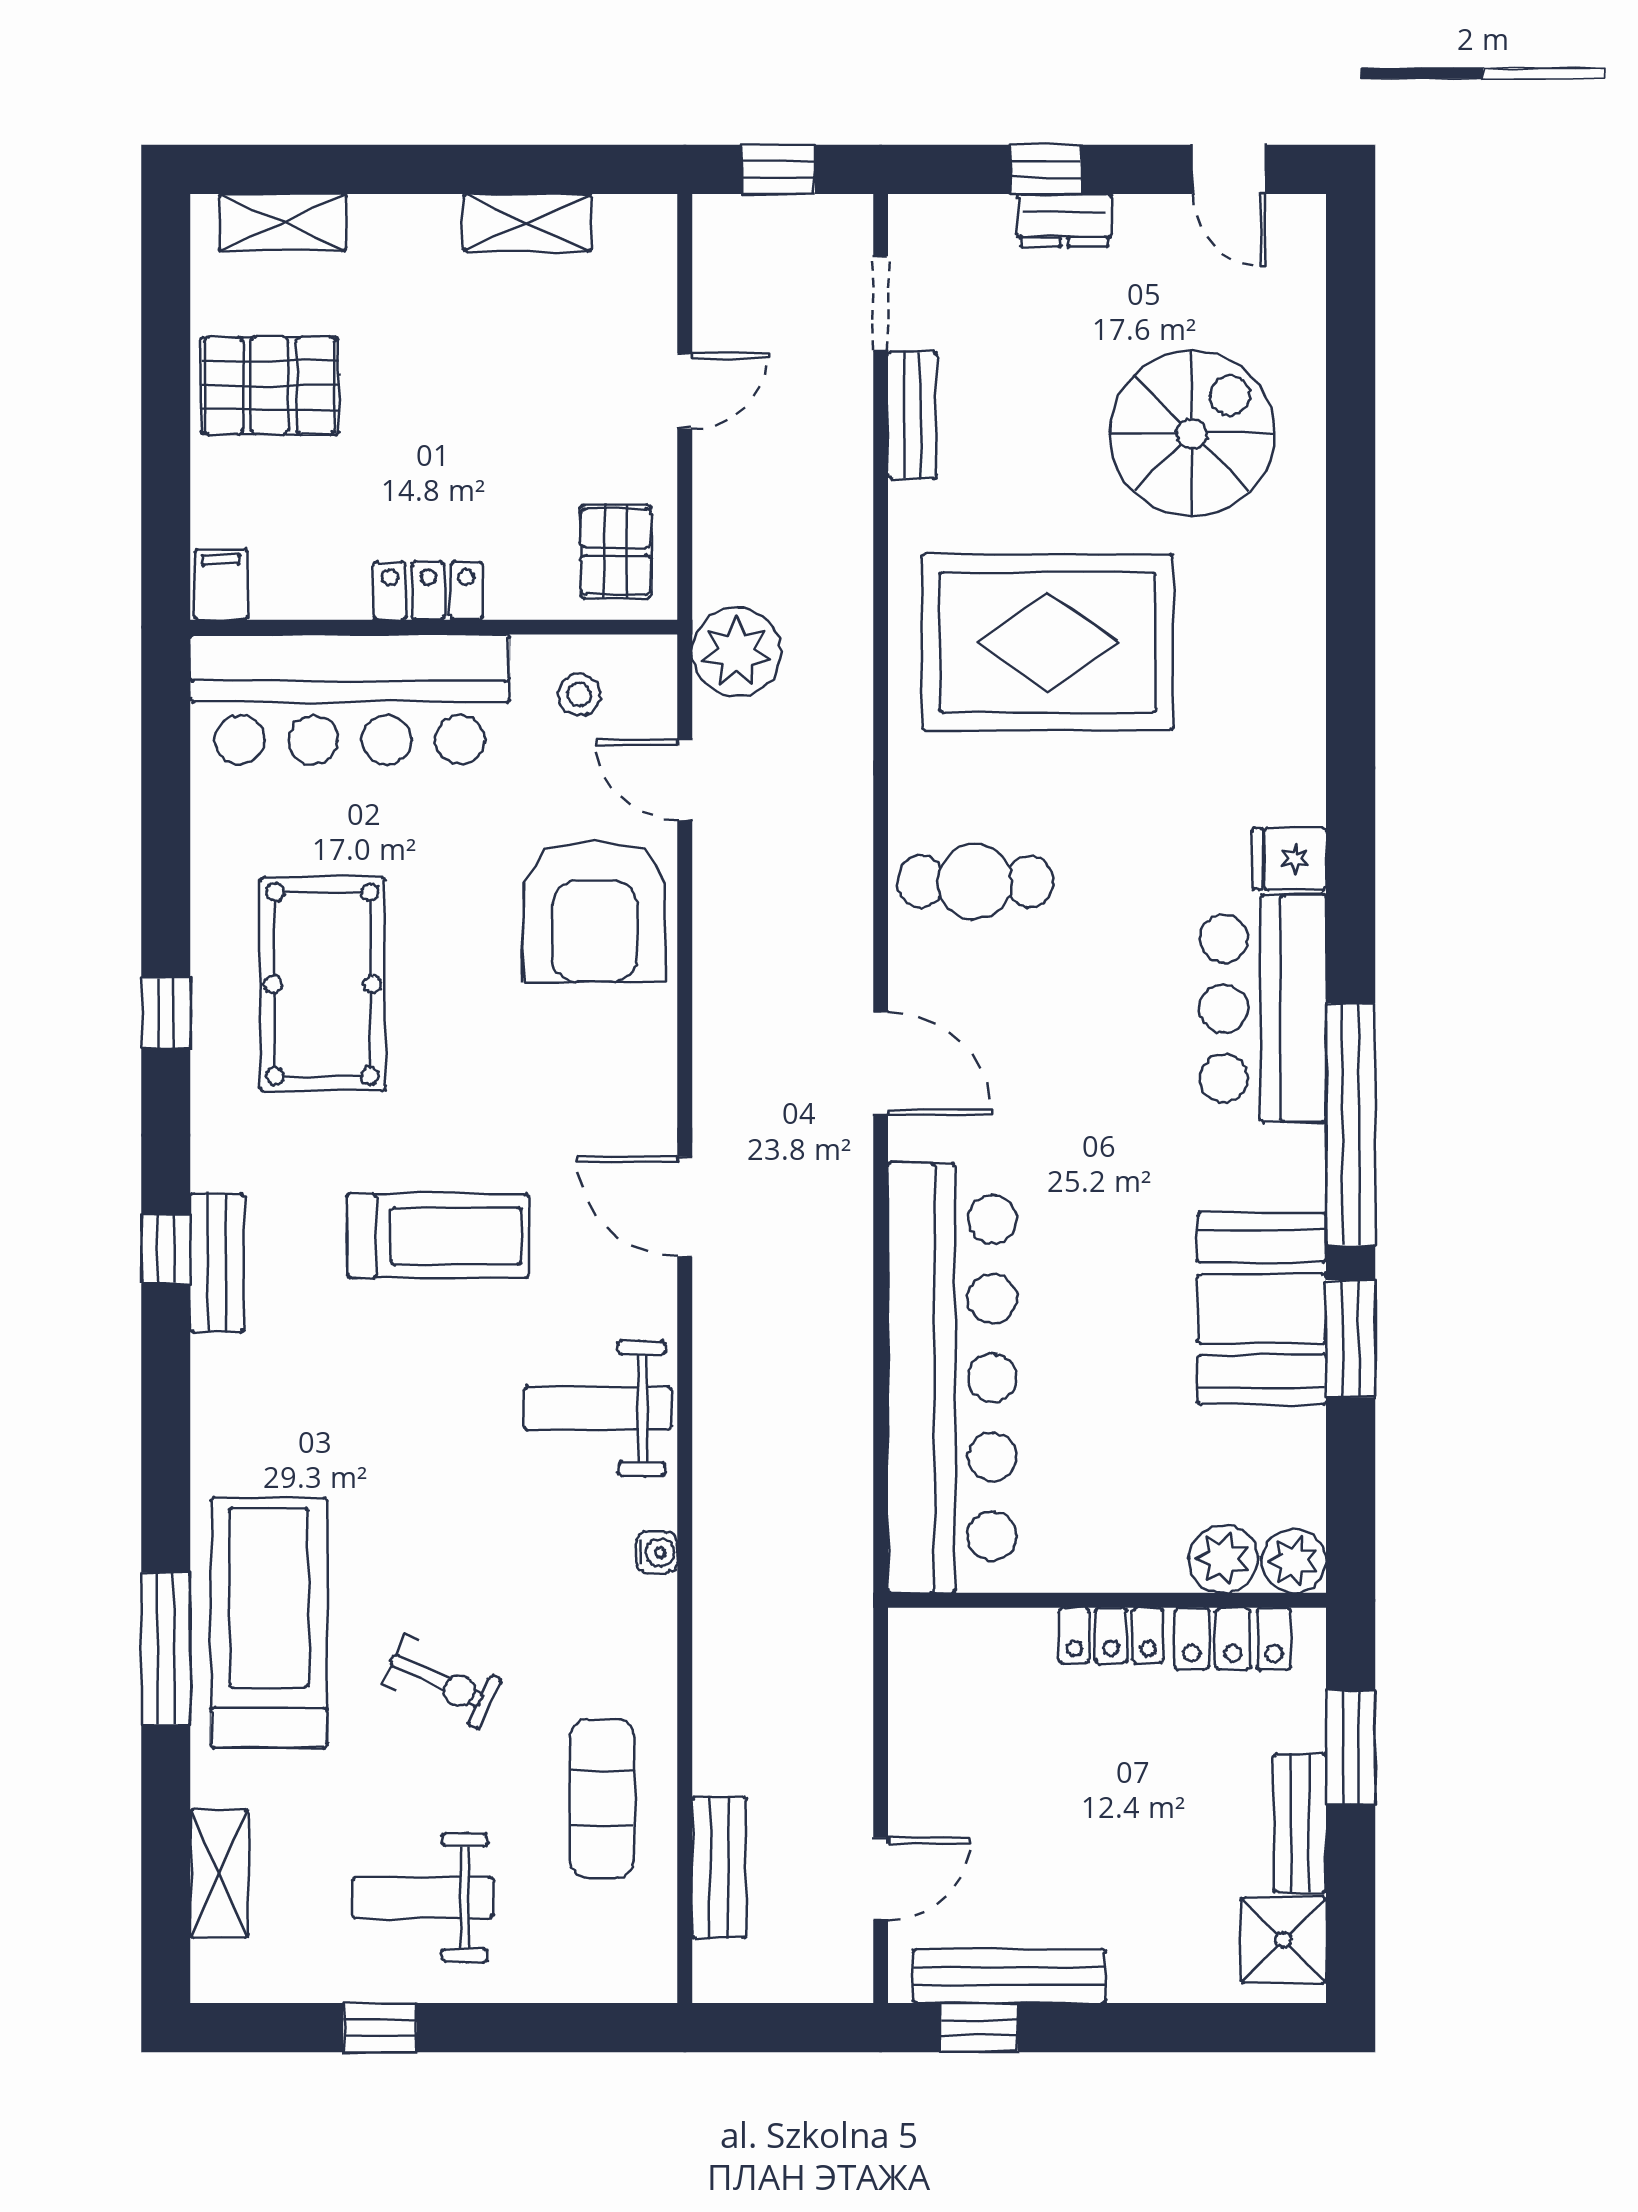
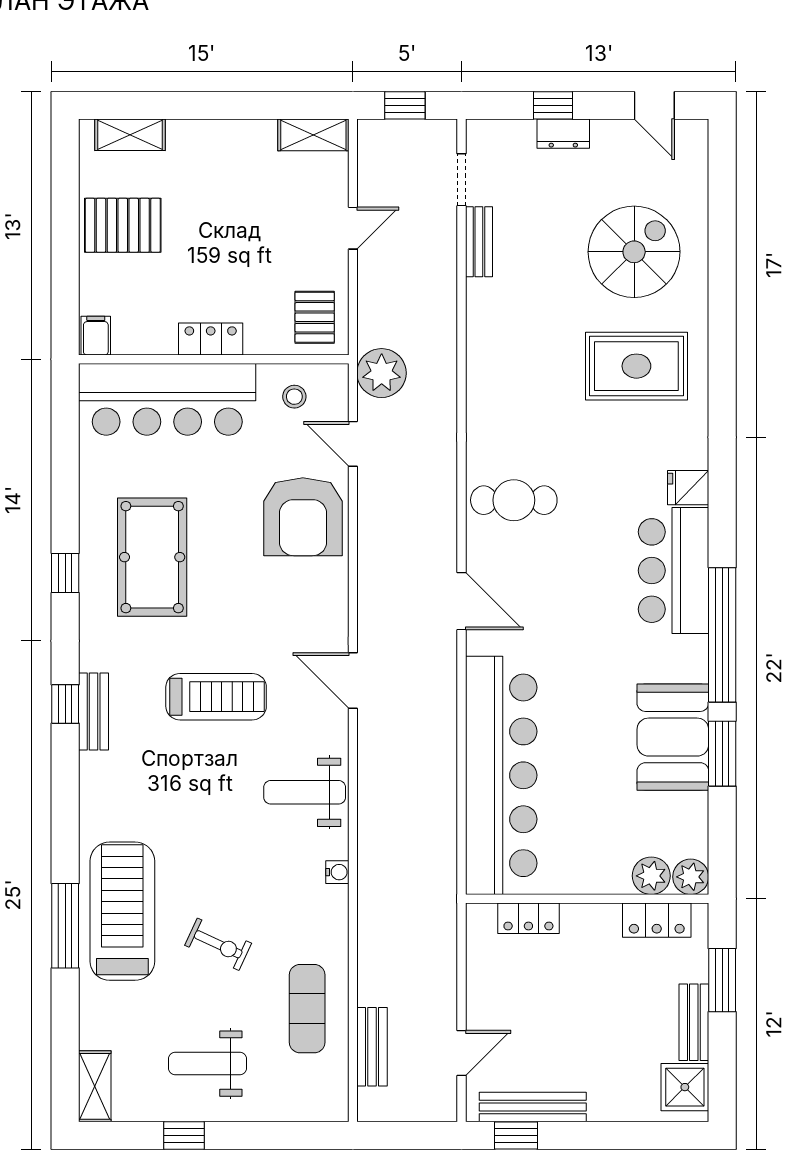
shelving: (527, 223) -> (313, 135), moved
rug: (1048, 642) -> (636, 366), moved, width x0.73, depth x0.69
locker: (1111, 1636) -> (528, 918), moved
shelving: (219, 1874) -> (95, 1086), moved

